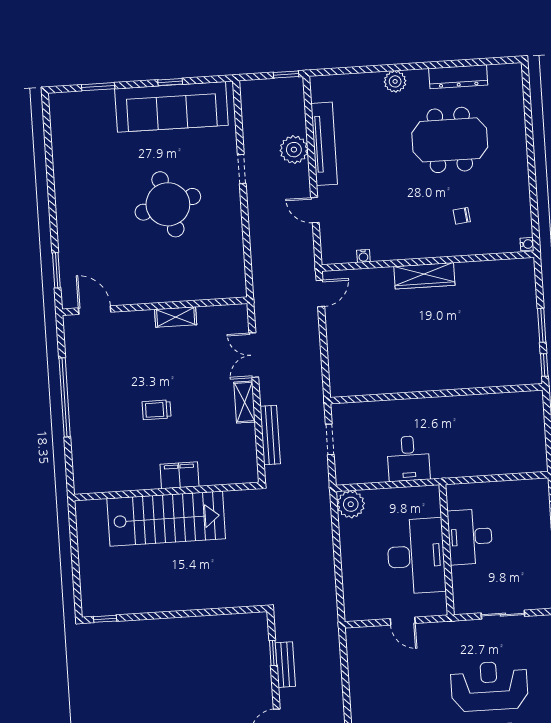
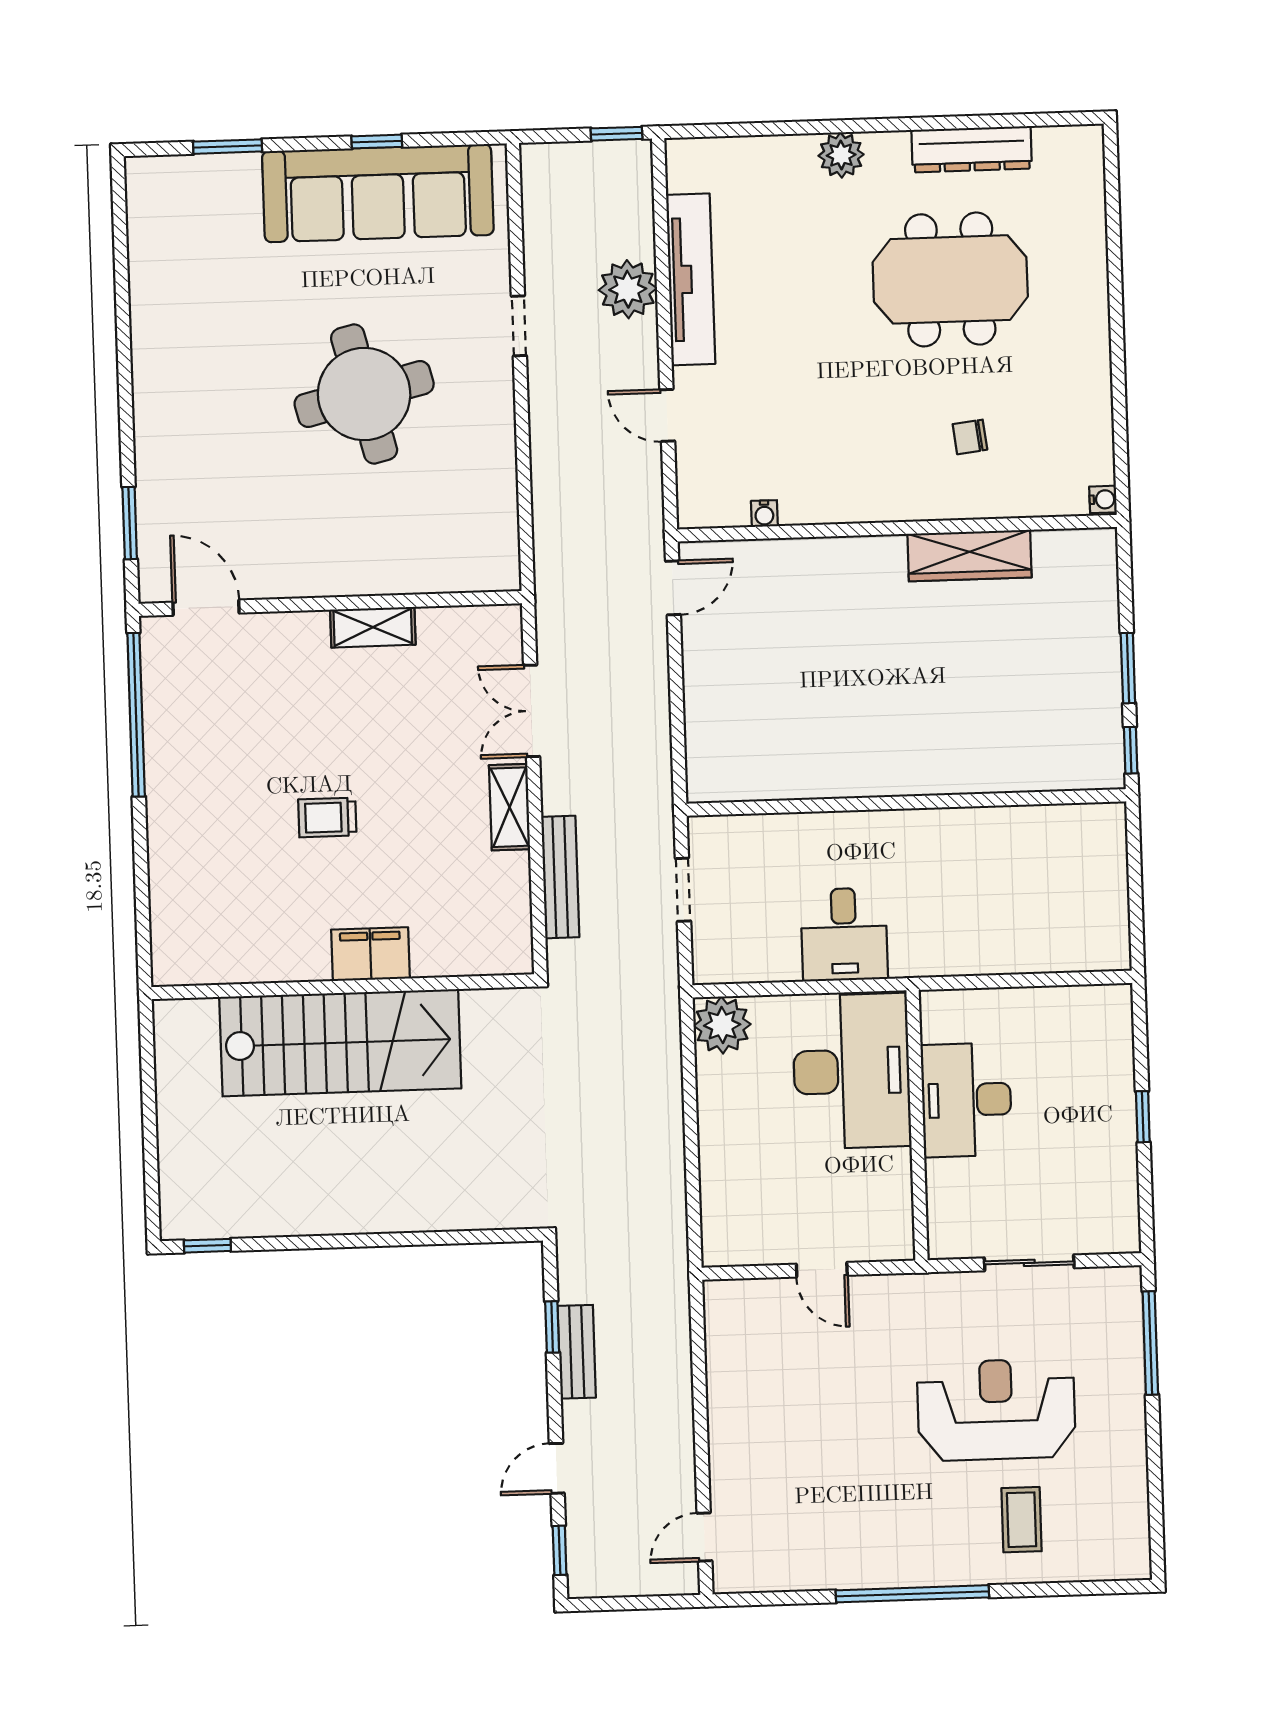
wardrobe: (424, 276) -> (970, 556), moved
window: (65, 397) -> (136, 715), moved
desk: (416, 556) -> (852, 1071), moved

